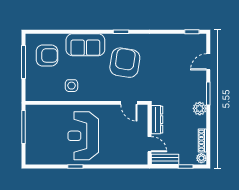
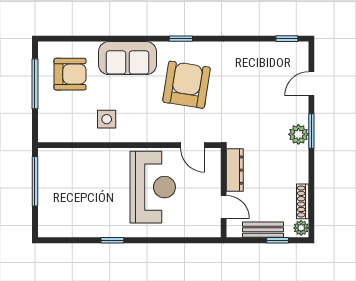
plant: (200, 108) -> (298, 134), moved
reception desk: (83, 136) -> (153, 187), moved, turned 180
bench: (165, 159) -> (263, 230), moved

